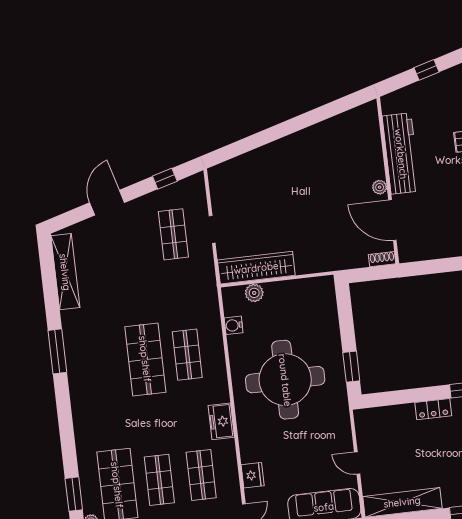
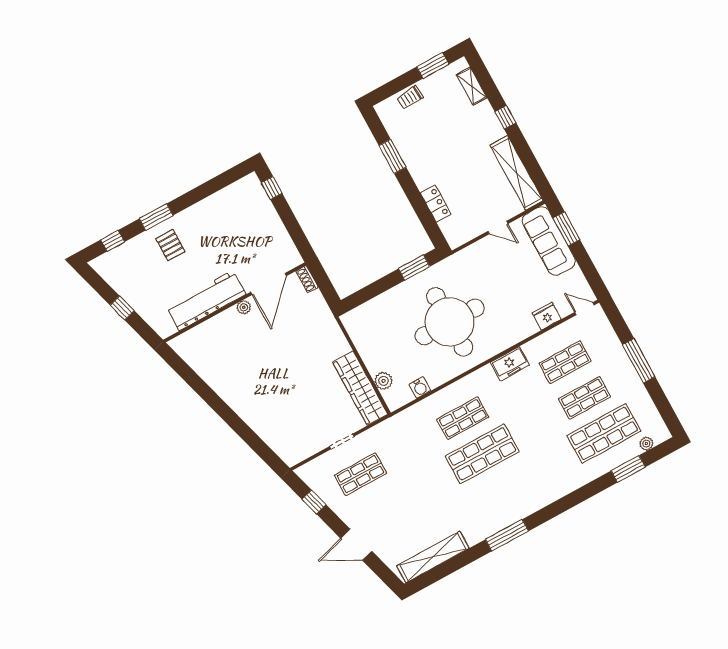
locker: (433, 409) -> (436, 204), moved
door: (357, 463) -> (498, 227), hinge flipped

